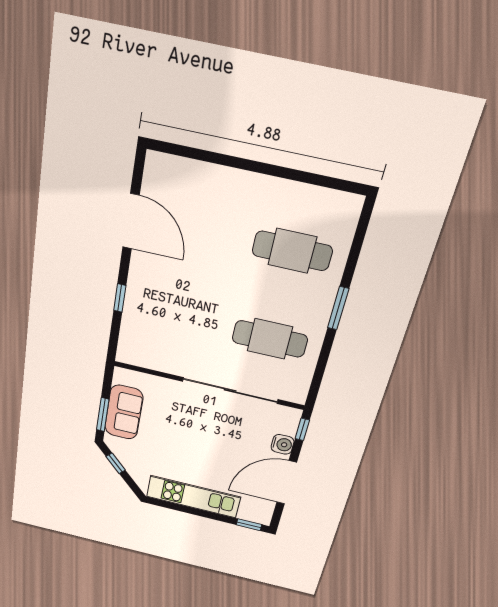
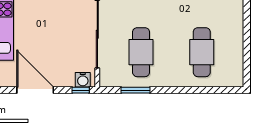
window: (338, 308) -> (135, 90), moved
water cooler: (283, 444) -> (83, 80), moved

